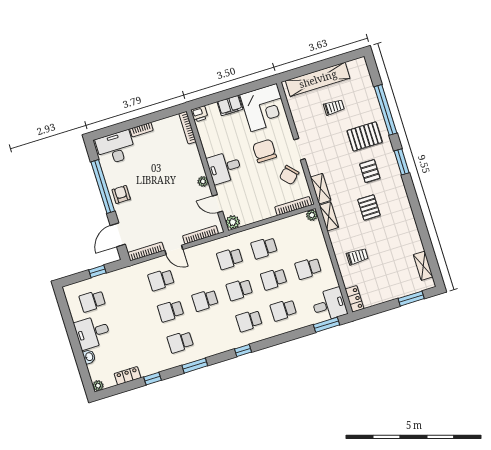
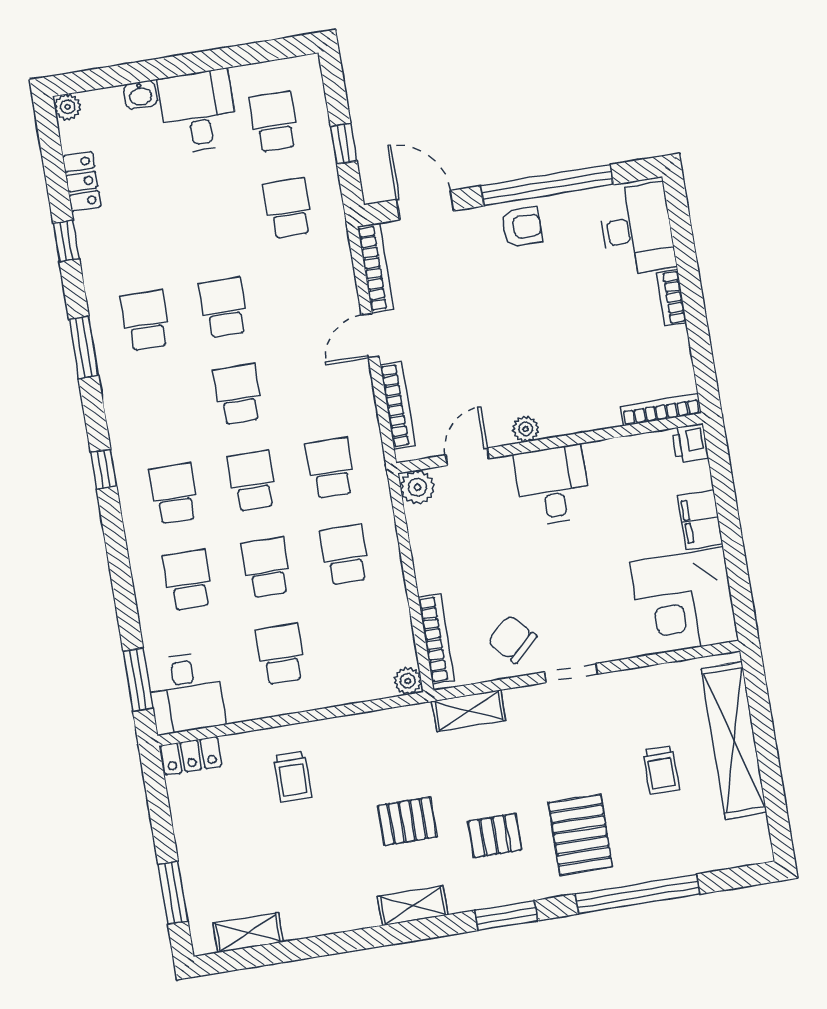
chair: (264, 151) -> (579, 588), removed
shelving: (329, 216) -> (413, 906), moved
school desk: (161, 280) -> (288, 208), moved

